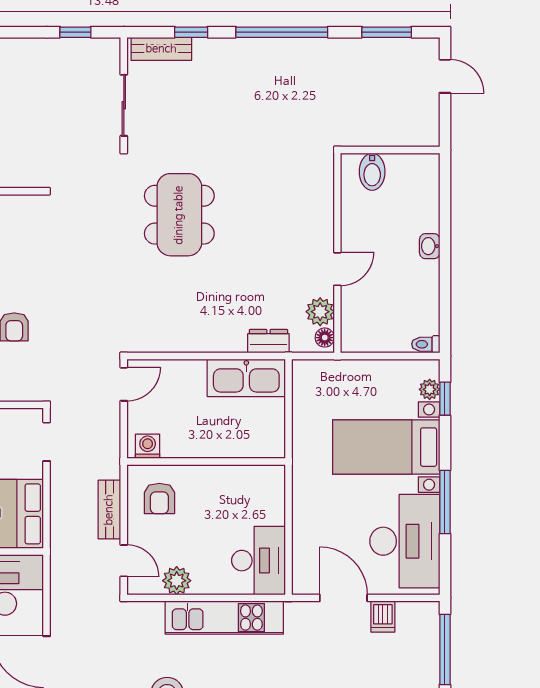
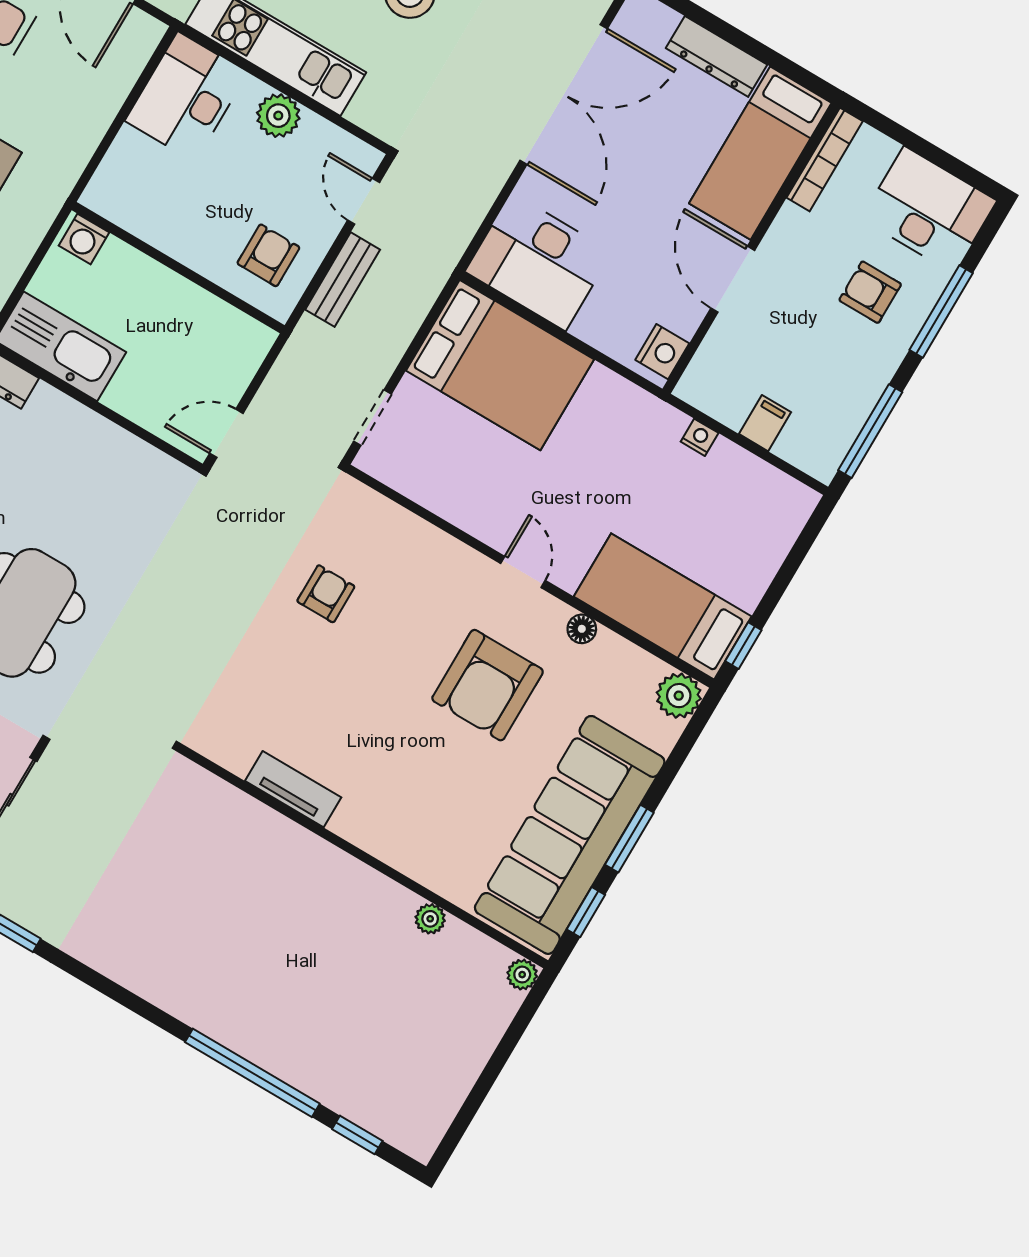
washing machine: (148, 446) -> (84, 239), moved
plant: (177, 581) -> (278, 116), moved

